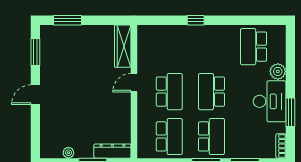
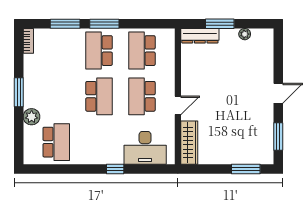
desk: (270, 101) -> (145, 148), moved, turned -90
window: (290, 112) -> (19, 92), moved

